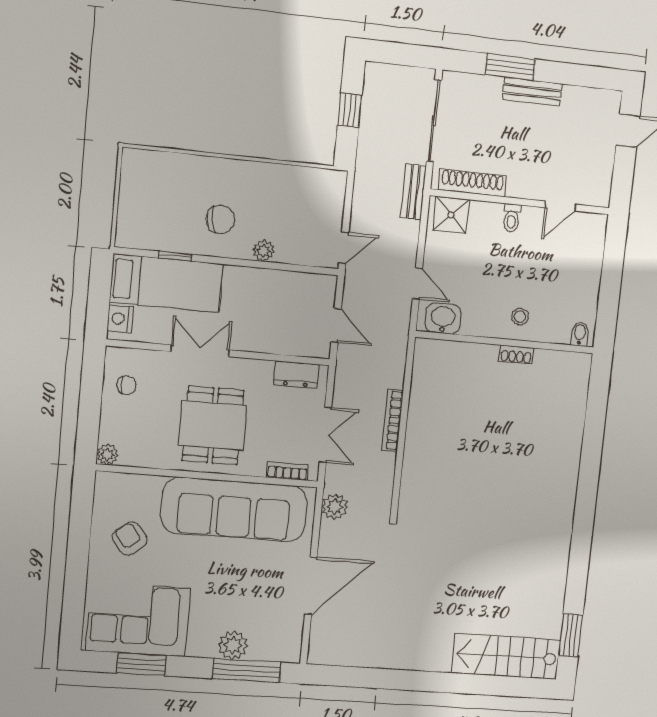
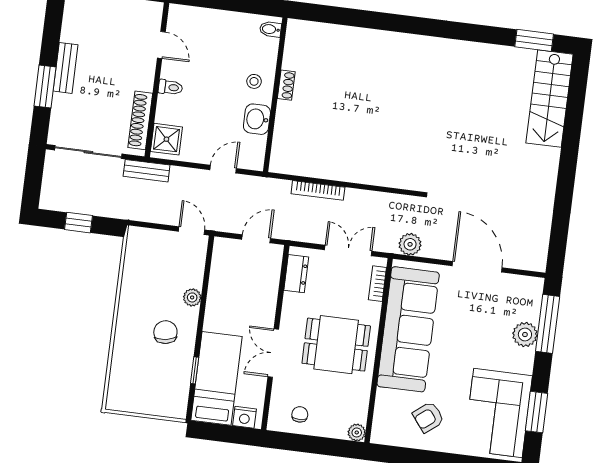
washbasin: (443, 318) -> (257, 119), moved
bookcase: (393, 420) -> (318, 190), moved

